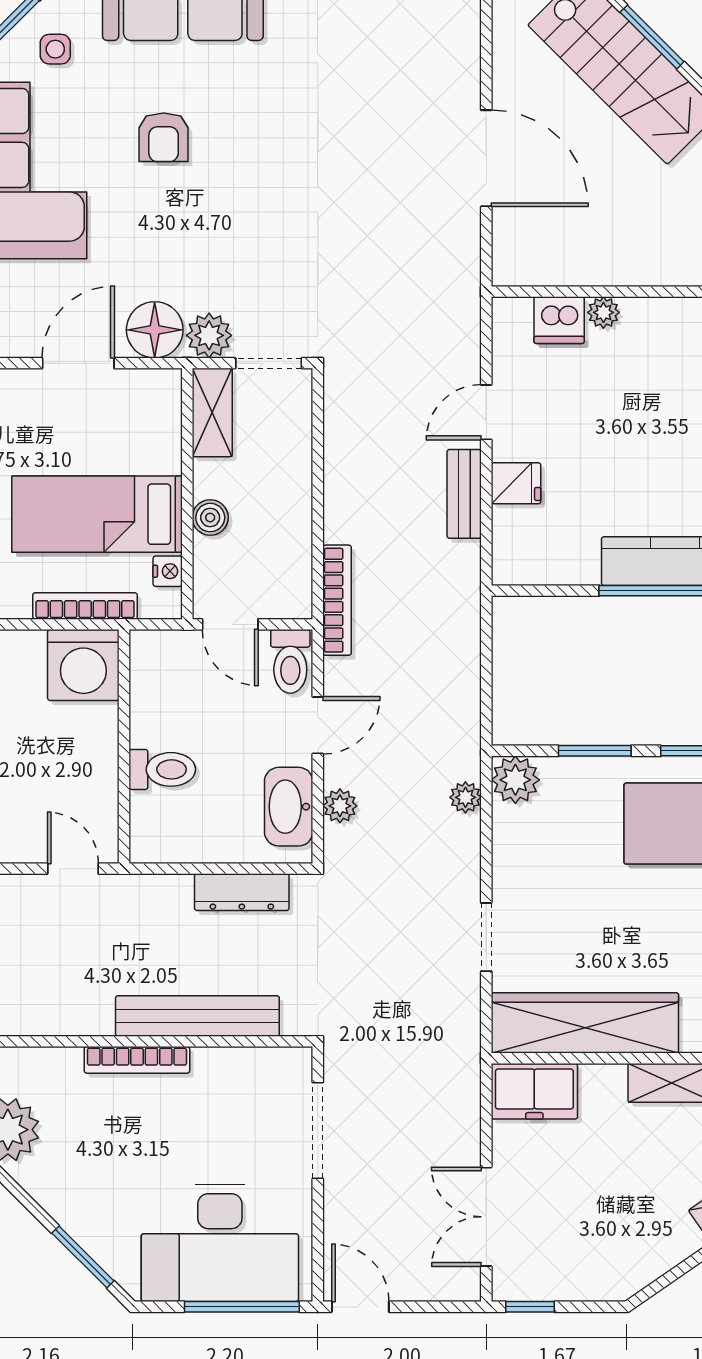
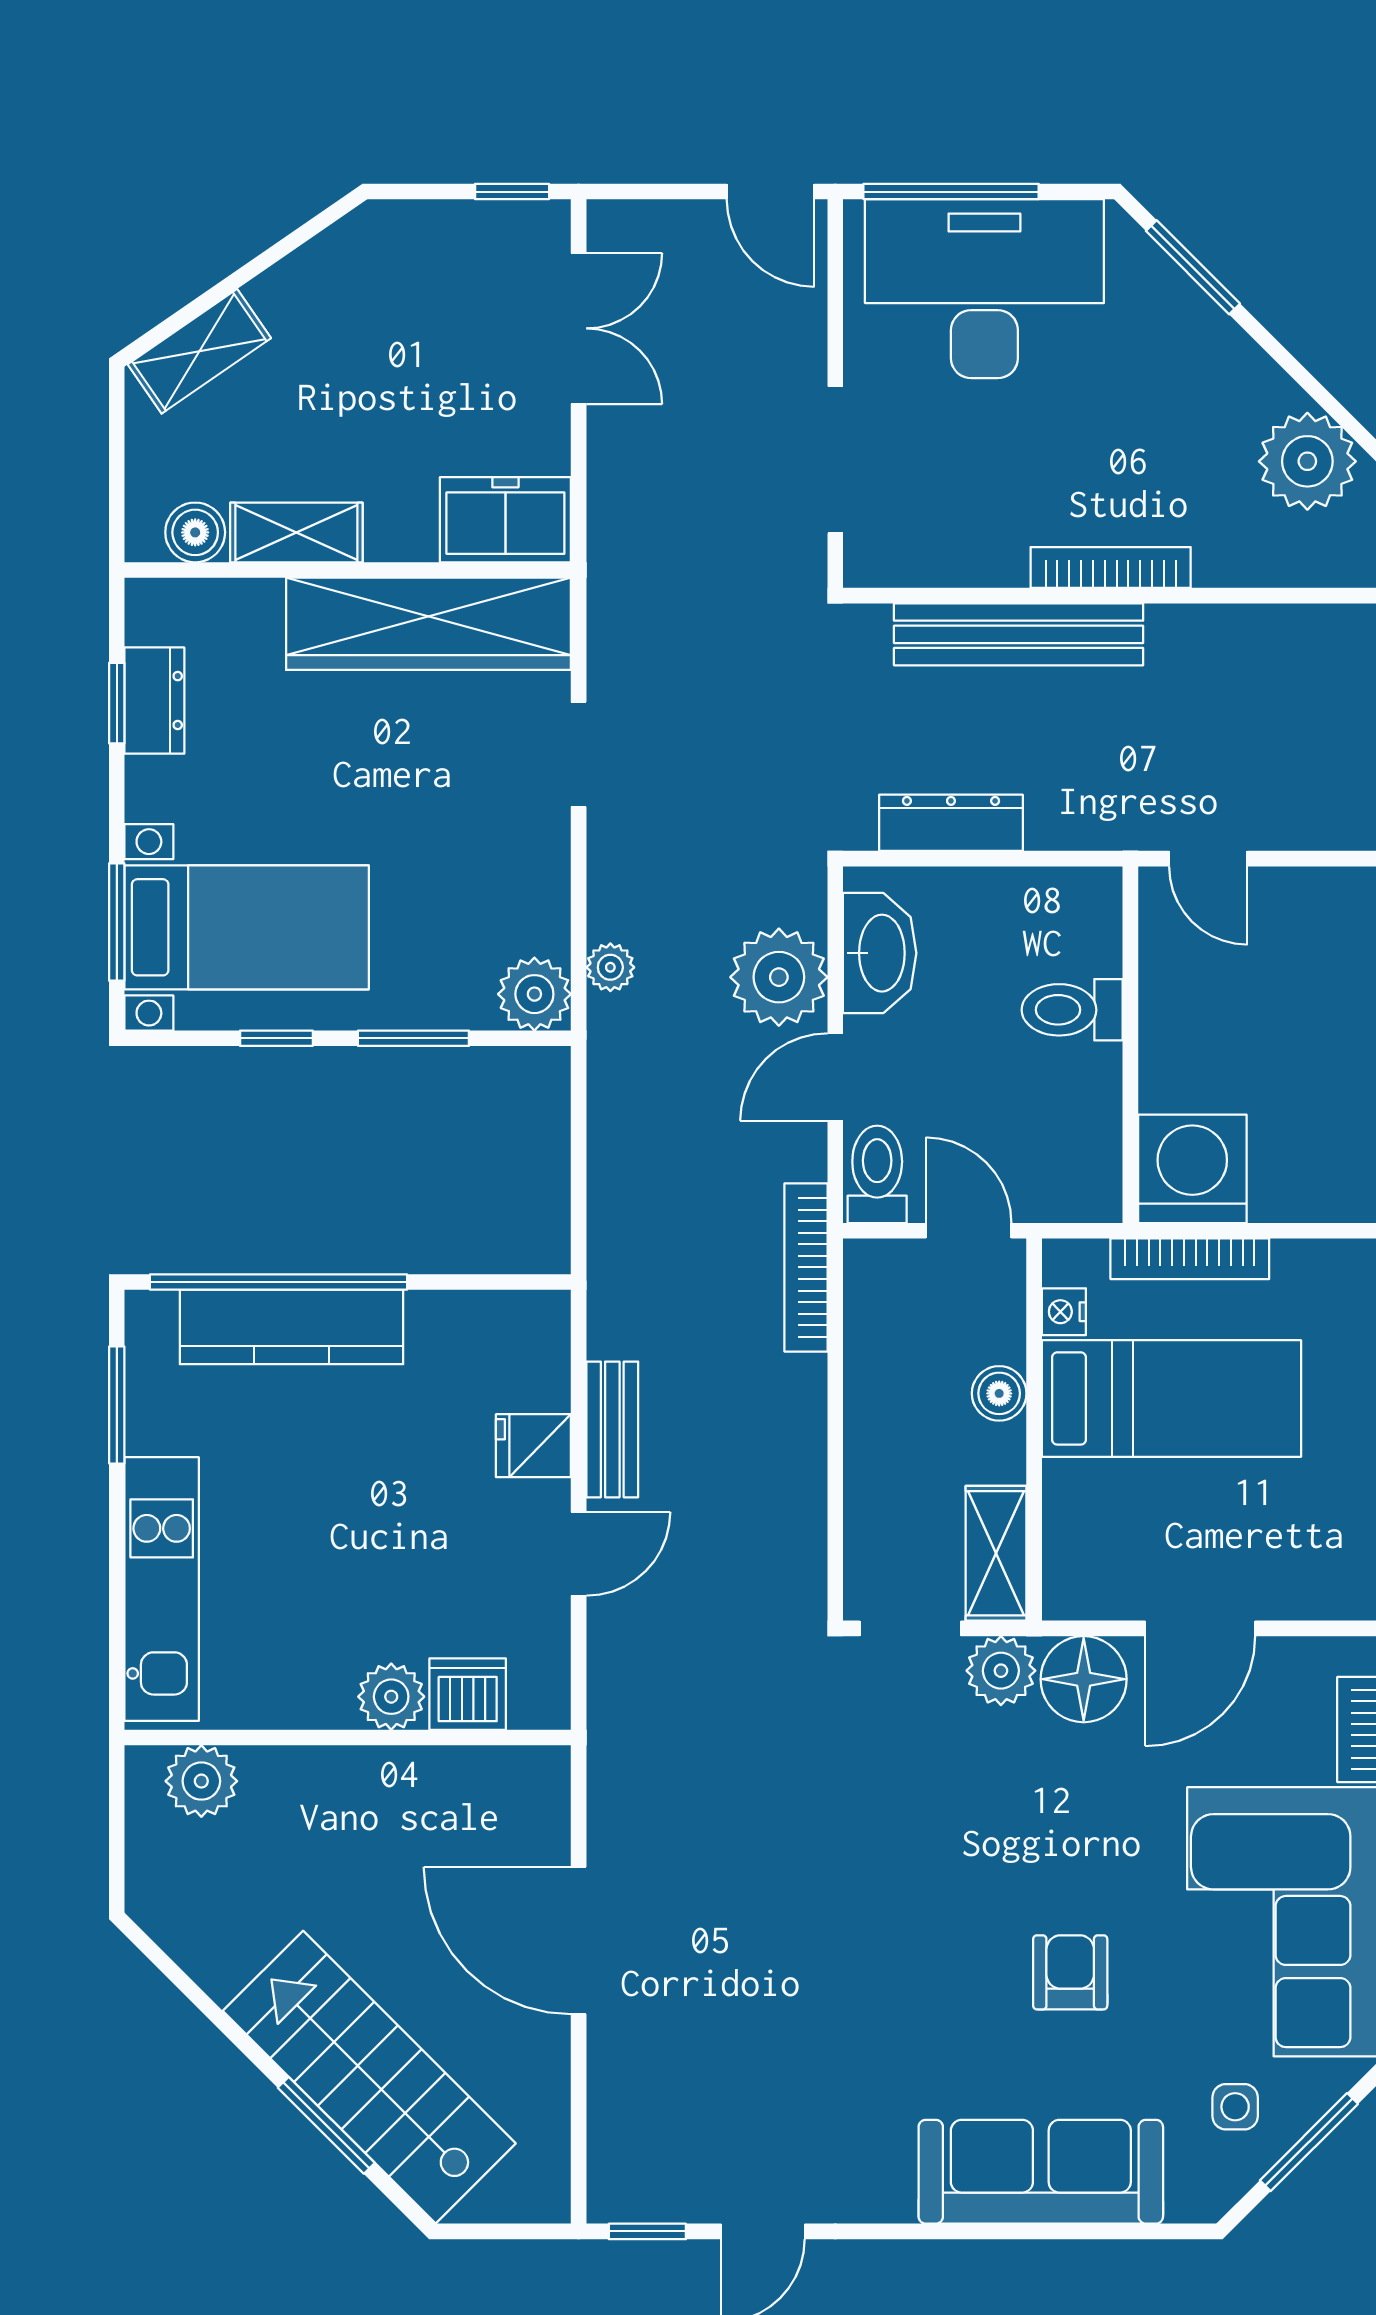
plant: (603, 312) -> (391, 1697), width x1.38, depth x1.38
plant: (340, 806) -> (779, 977), width x1.88, depth x1.88

